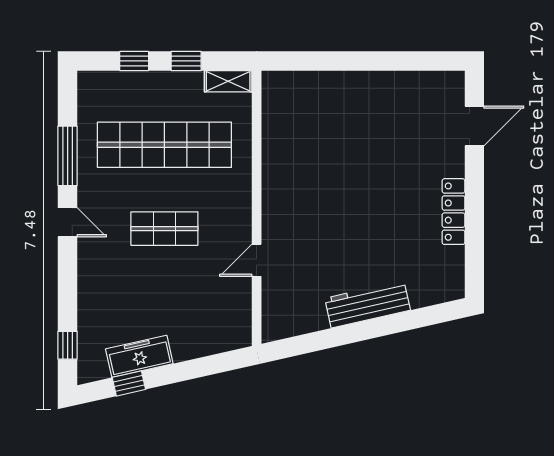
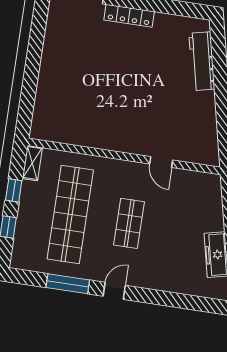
locker: (454, 212) -> (129, 16), moved
workbench: (368, 304) -> (202, 61), moved
window: (68, 345) -> (201, 304), removed

